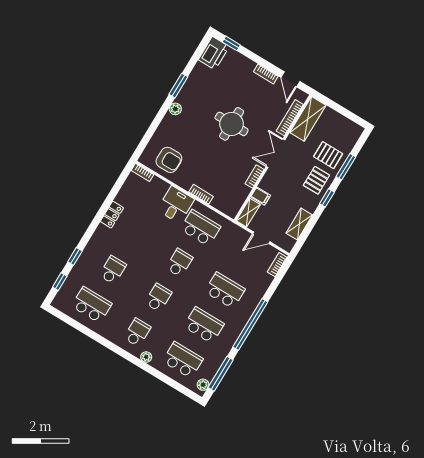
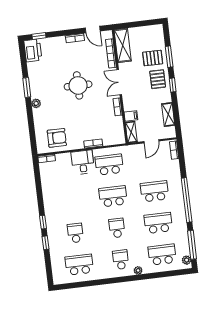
locker: (112, 215) -> (48, 199), removed
school desk: (179, 263) -> (113, 196), width x1.85
window: (60, 282) -> (43, 222), moved

